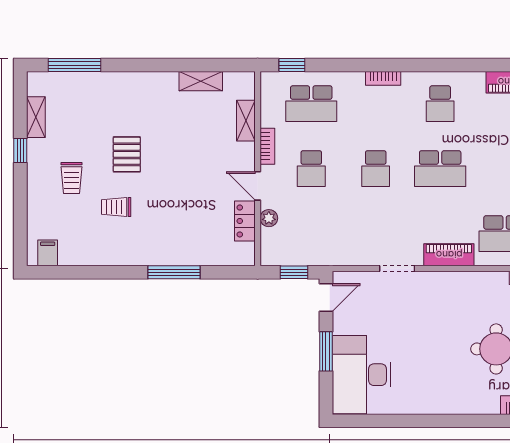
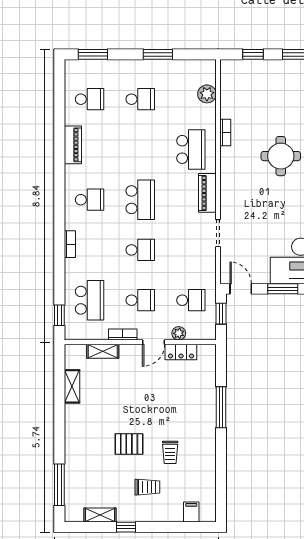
school desk: (311, 234) -> (191, 300), added
filing cabinet: (48, 253) -> (191, 512), moved, turned 90

